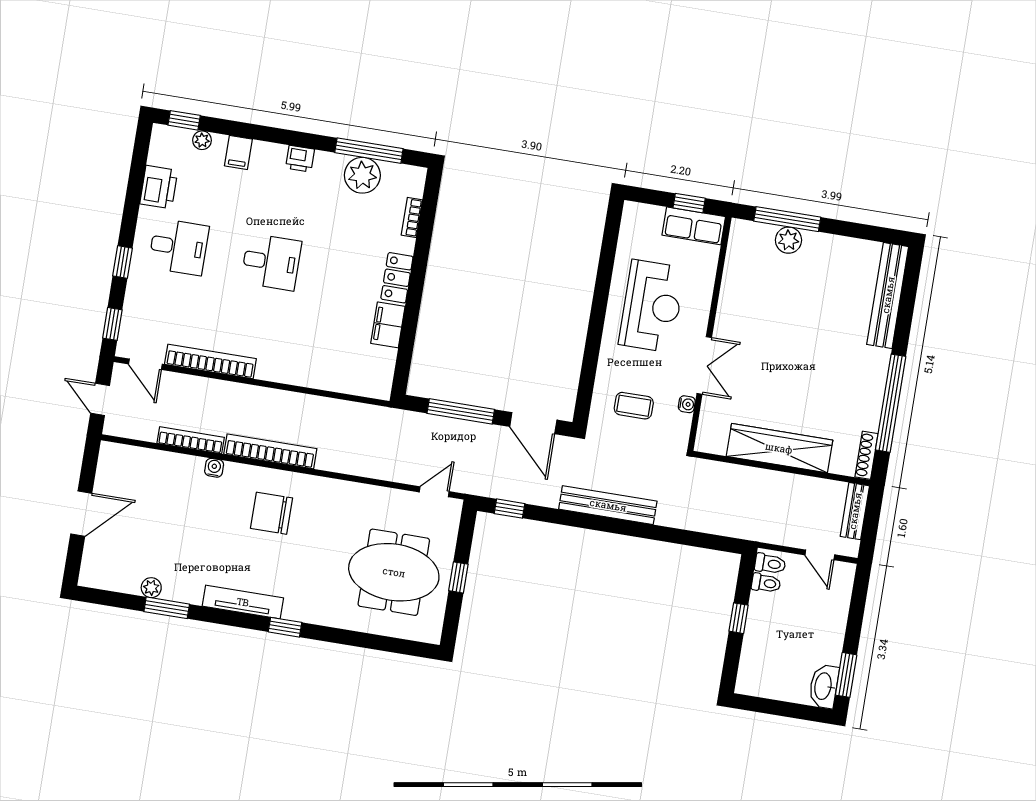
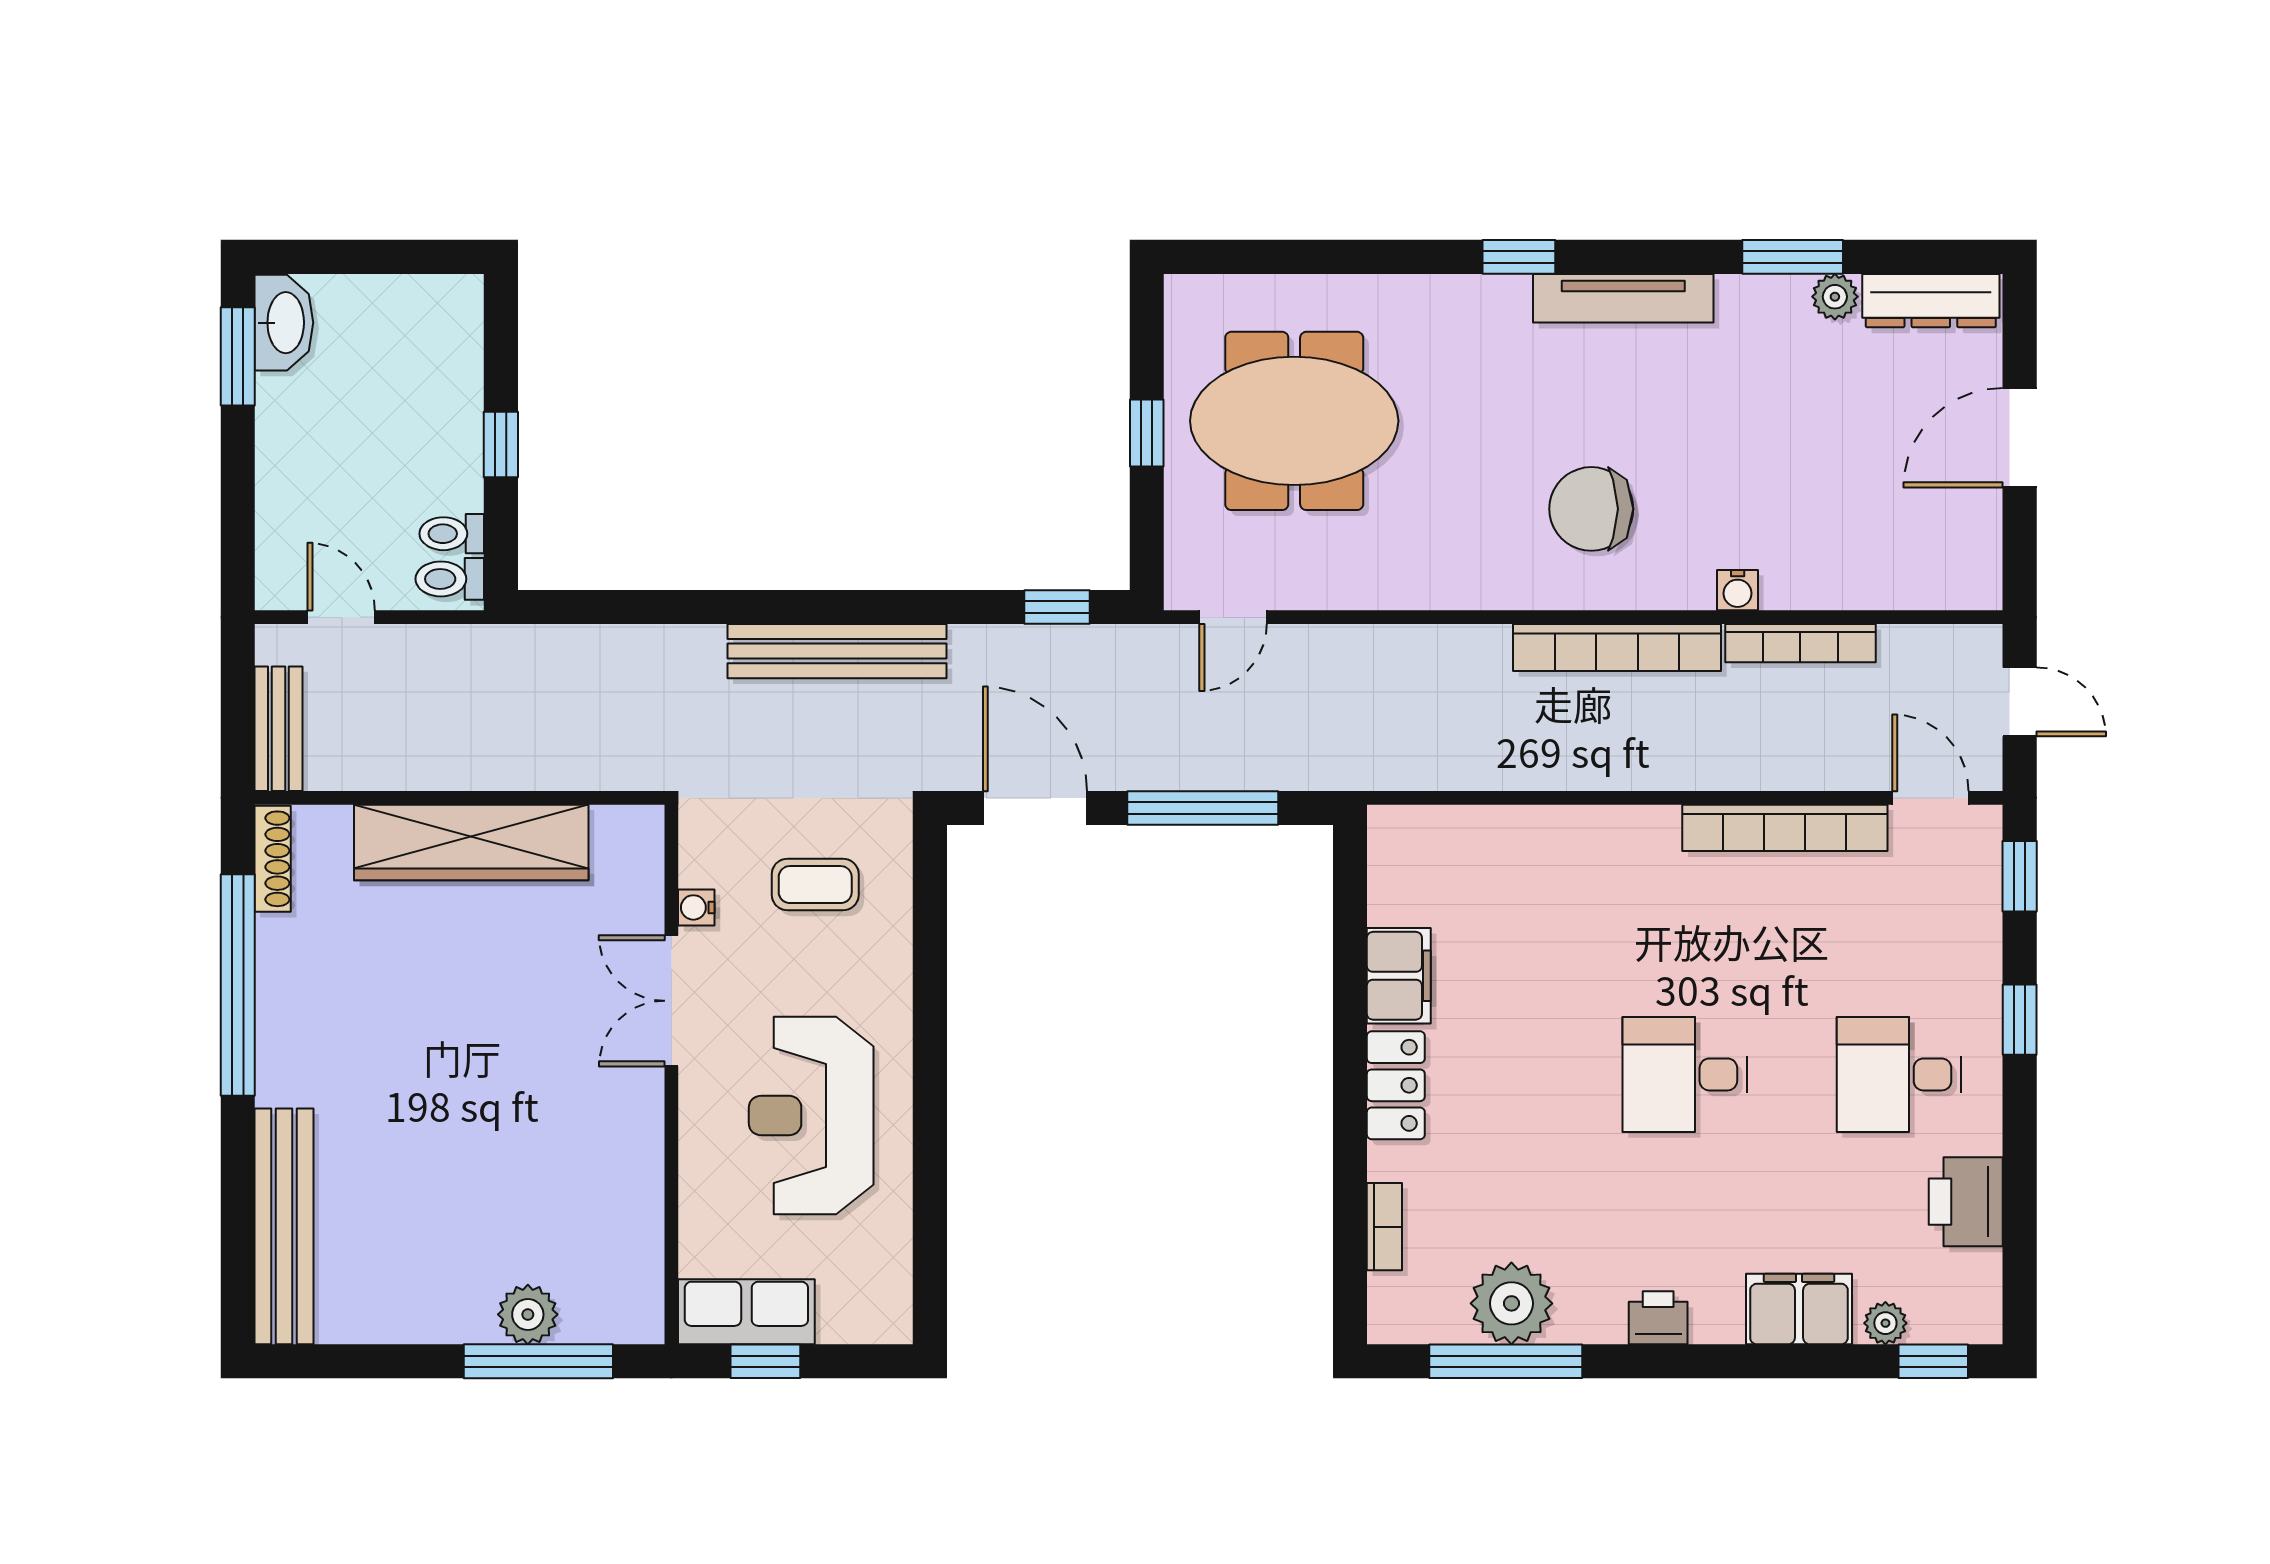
filing cabinet: (238, 152) -> (1799, 1309), width x2.00
chair: (272, 513) -> (1591, 509), turned 180
dresser: (110, 579) -> (1931, 301), added

